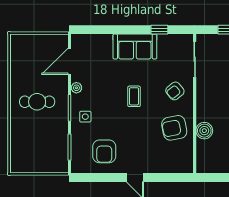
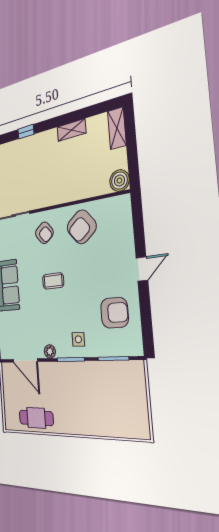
cafe table: (37, 102) -> (36, 418), moved, turned 90
armchair: (174, 128) -> (82, 227), turned 62
boiler: (204, 131) -> (119, 181), moved

